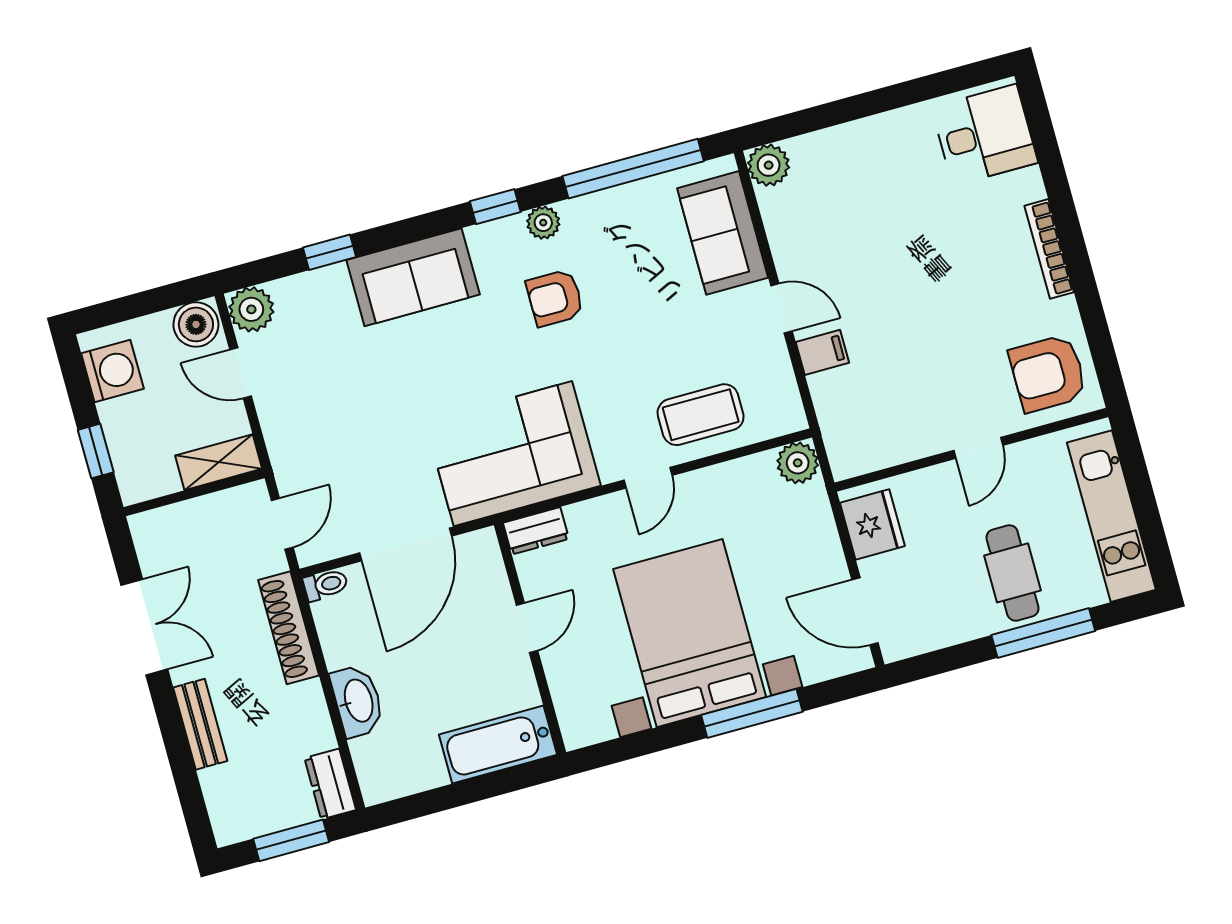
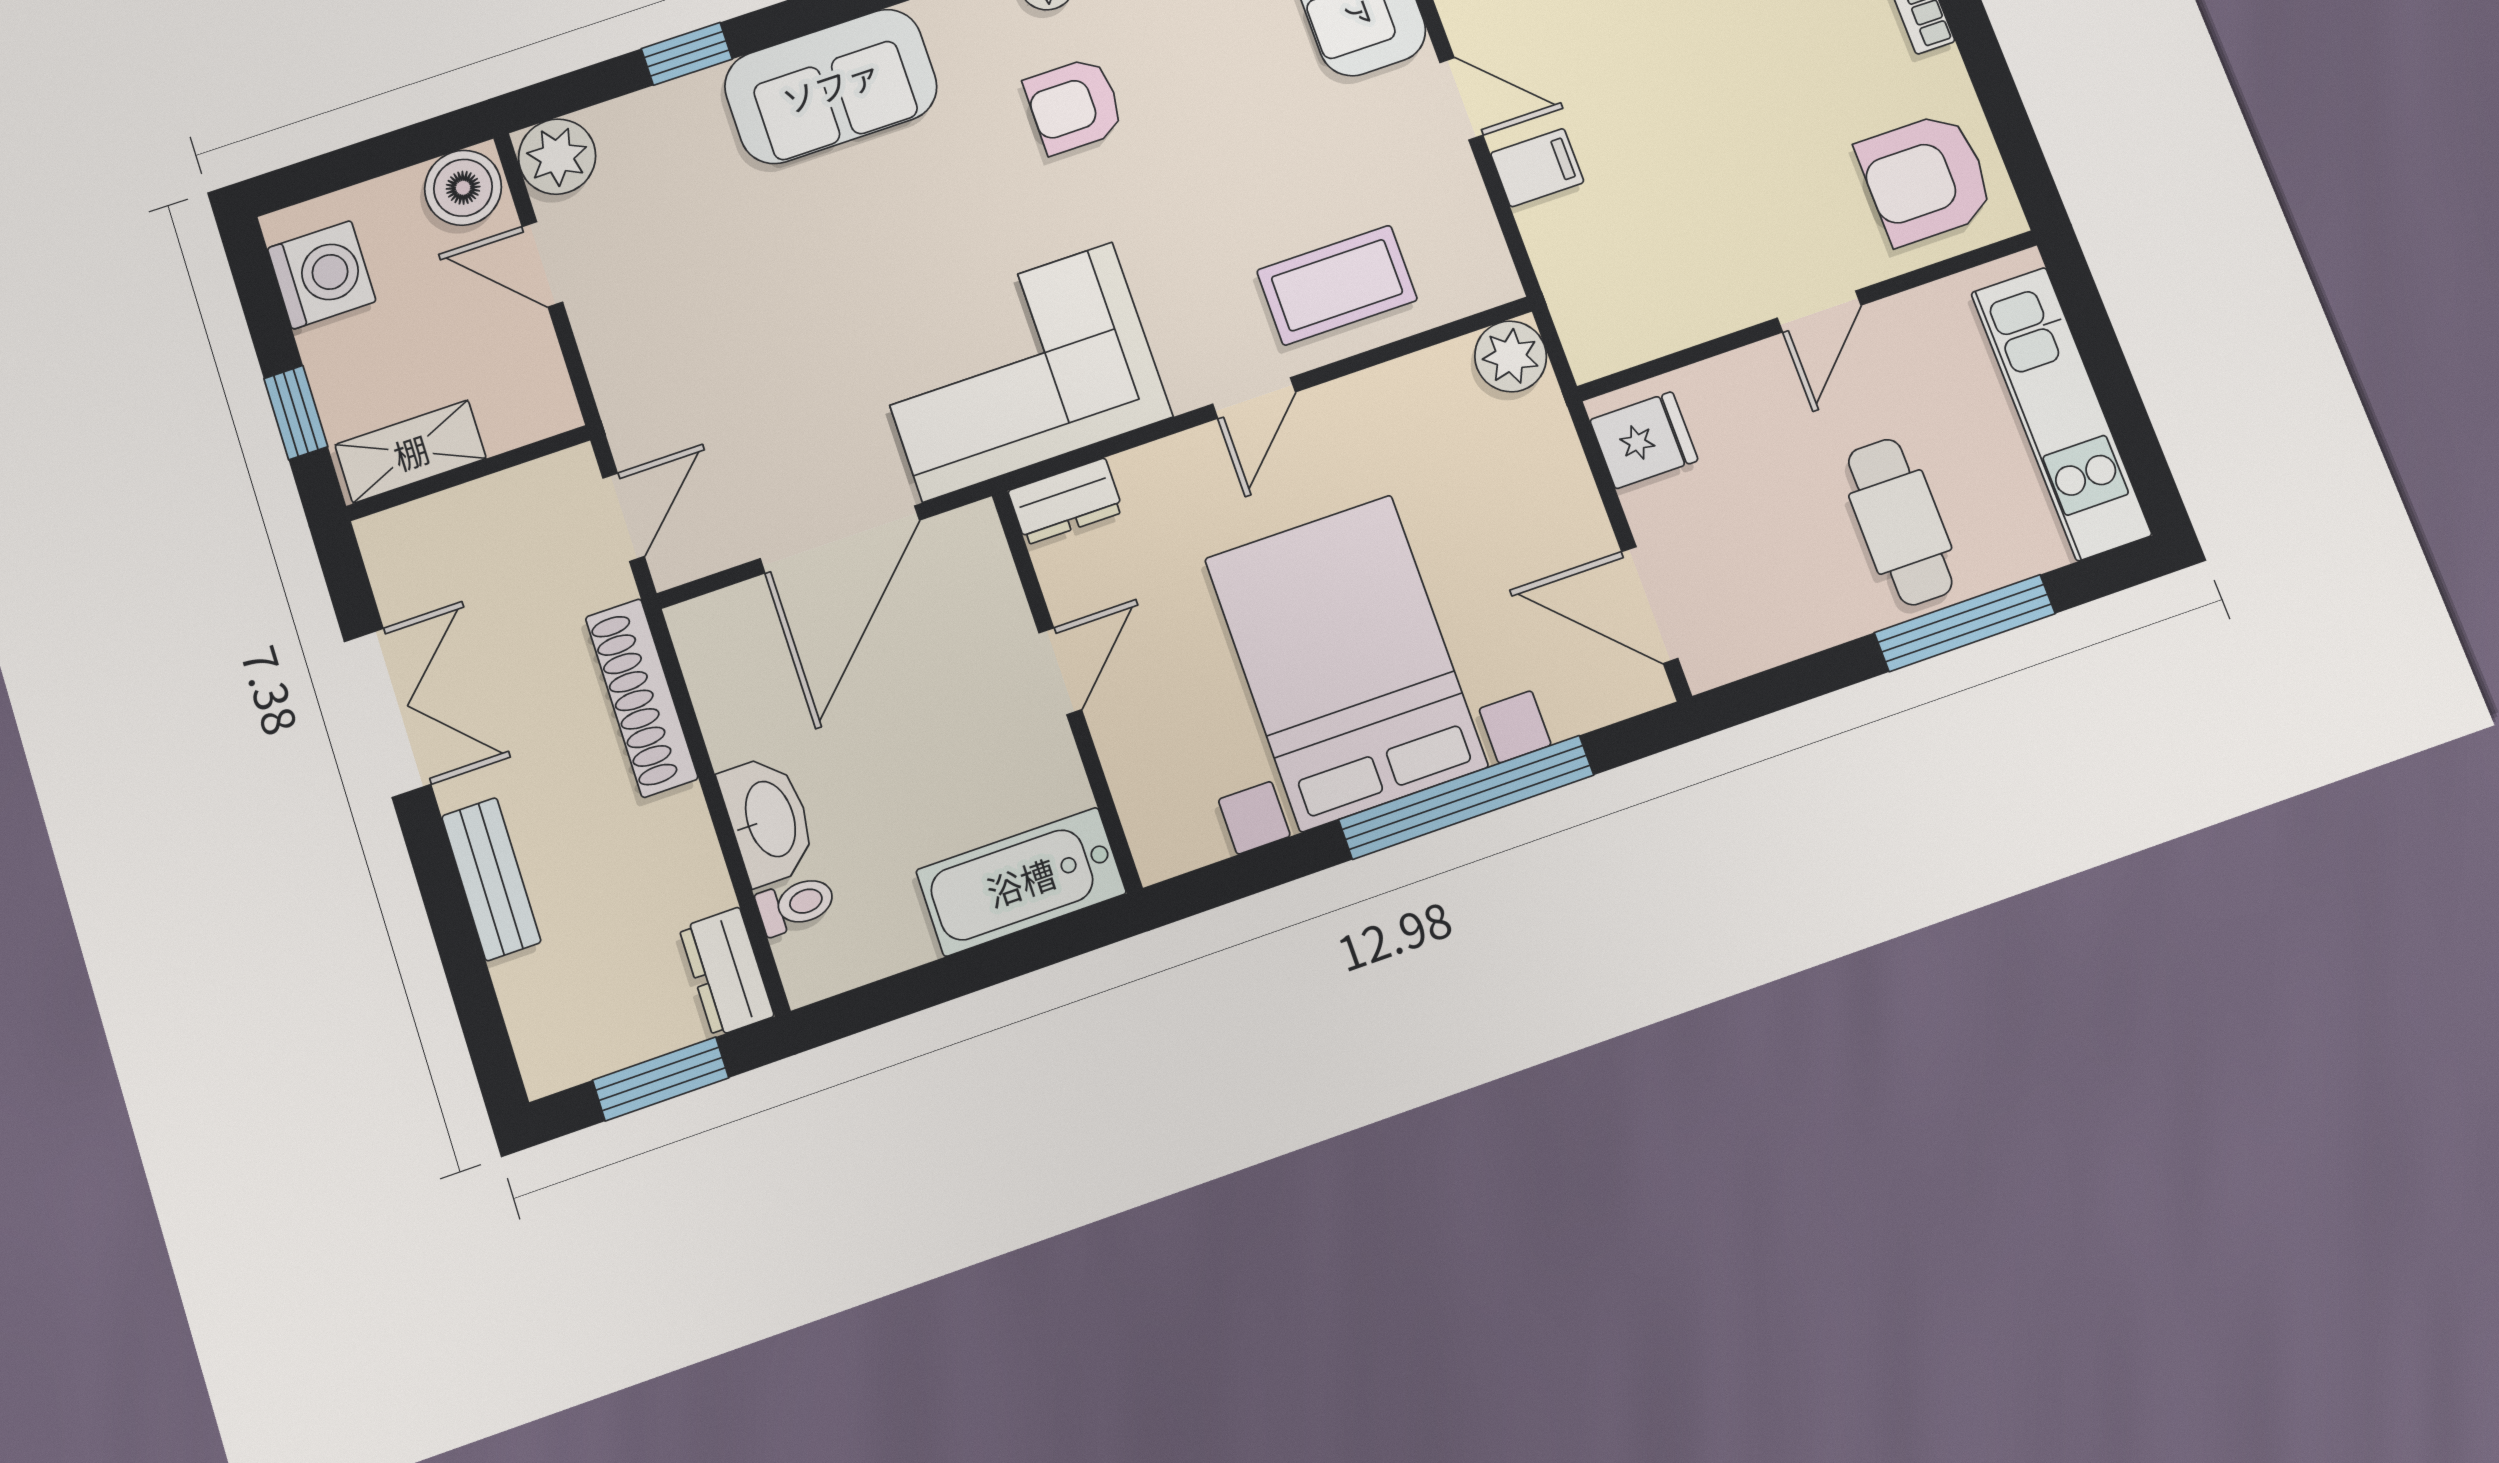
shelving: (219, 462) -> (411, 452), moved
fridge: (872, 524) -> (1644, 440), width x0.72
toilet: (326, 585) -> (796, 905), moved
window: (752, 713) -> (1466, 797), width x1.46

